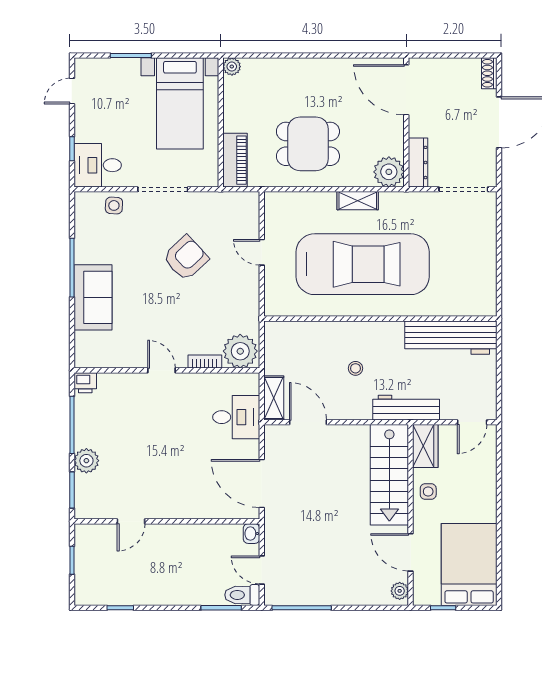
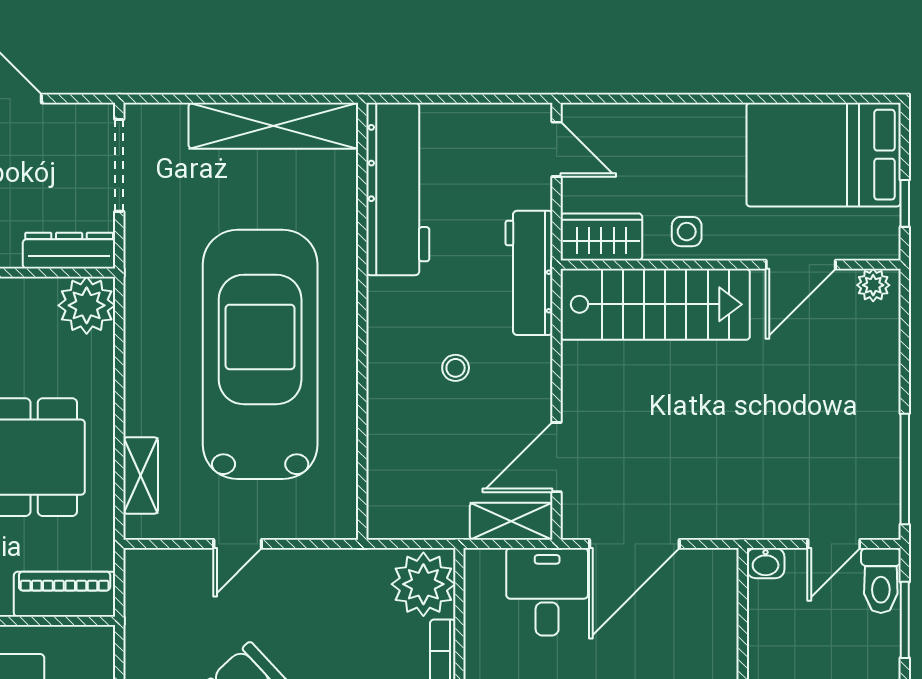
shelving: (358, 201) -> (141, 475), moved
shelving: (485, 271) -> (273, 126), added
door: (262, 483) -> (634, 544), moved

